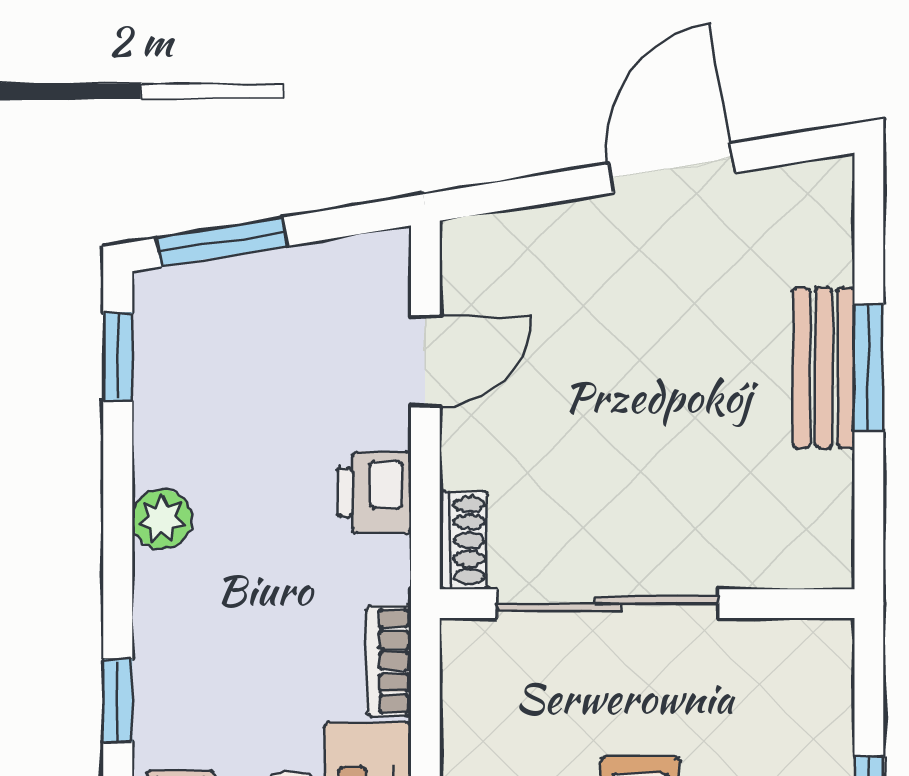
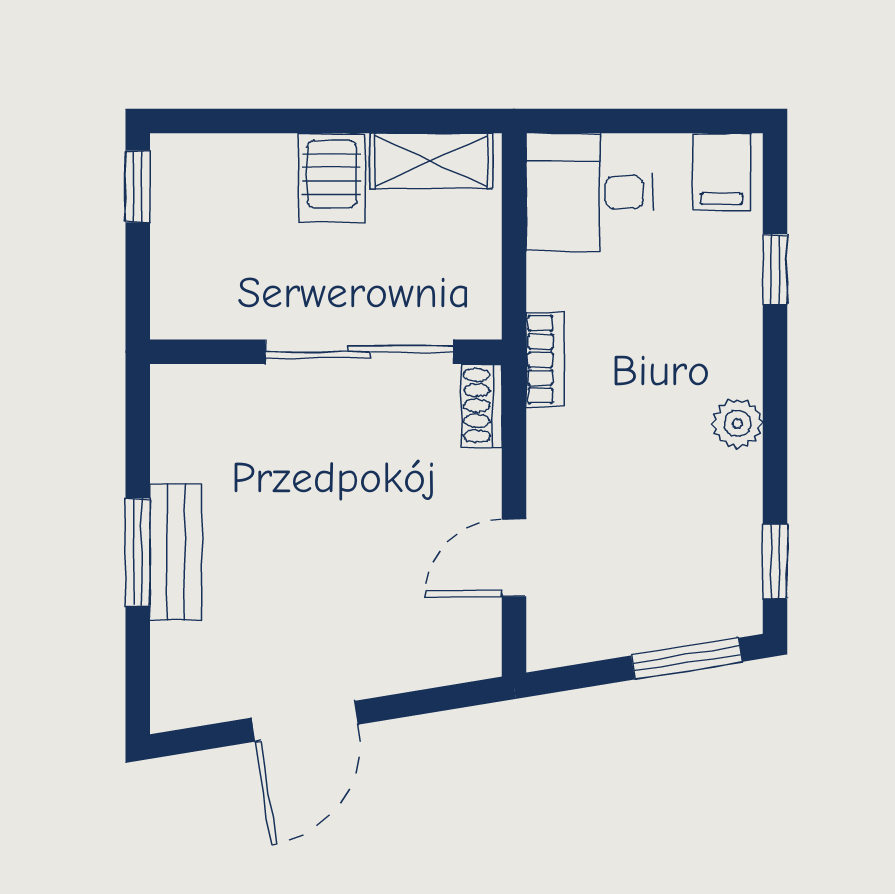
printer: (374, 492) -> (557, 446), removed
bookcase: (389, 661) -> (545, 360), moved

